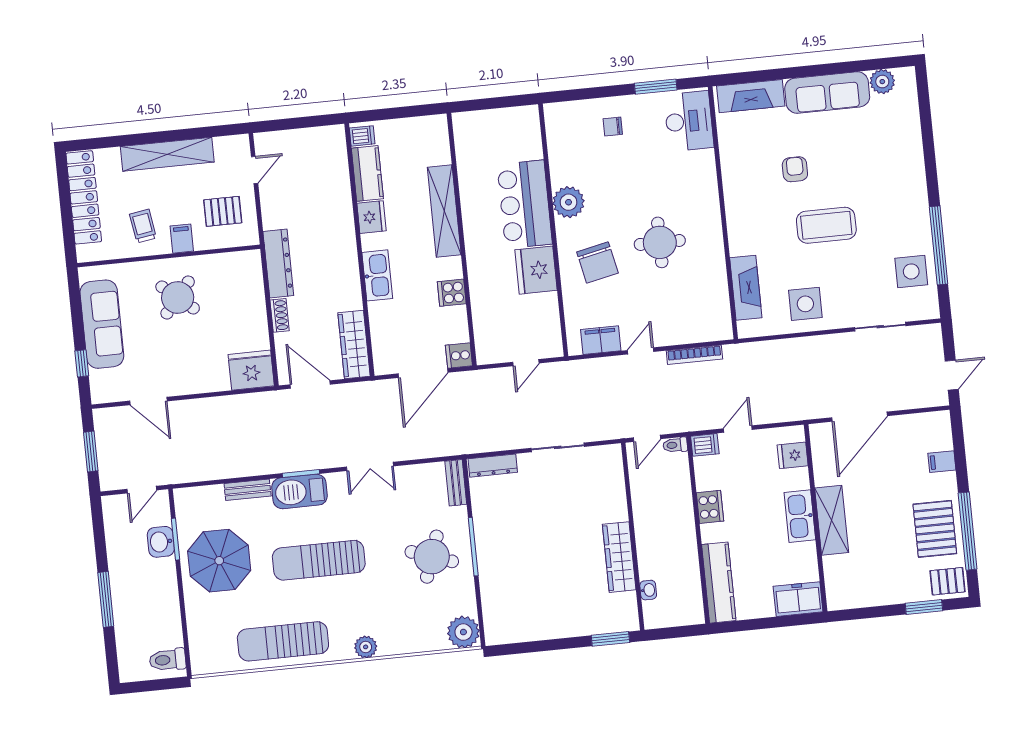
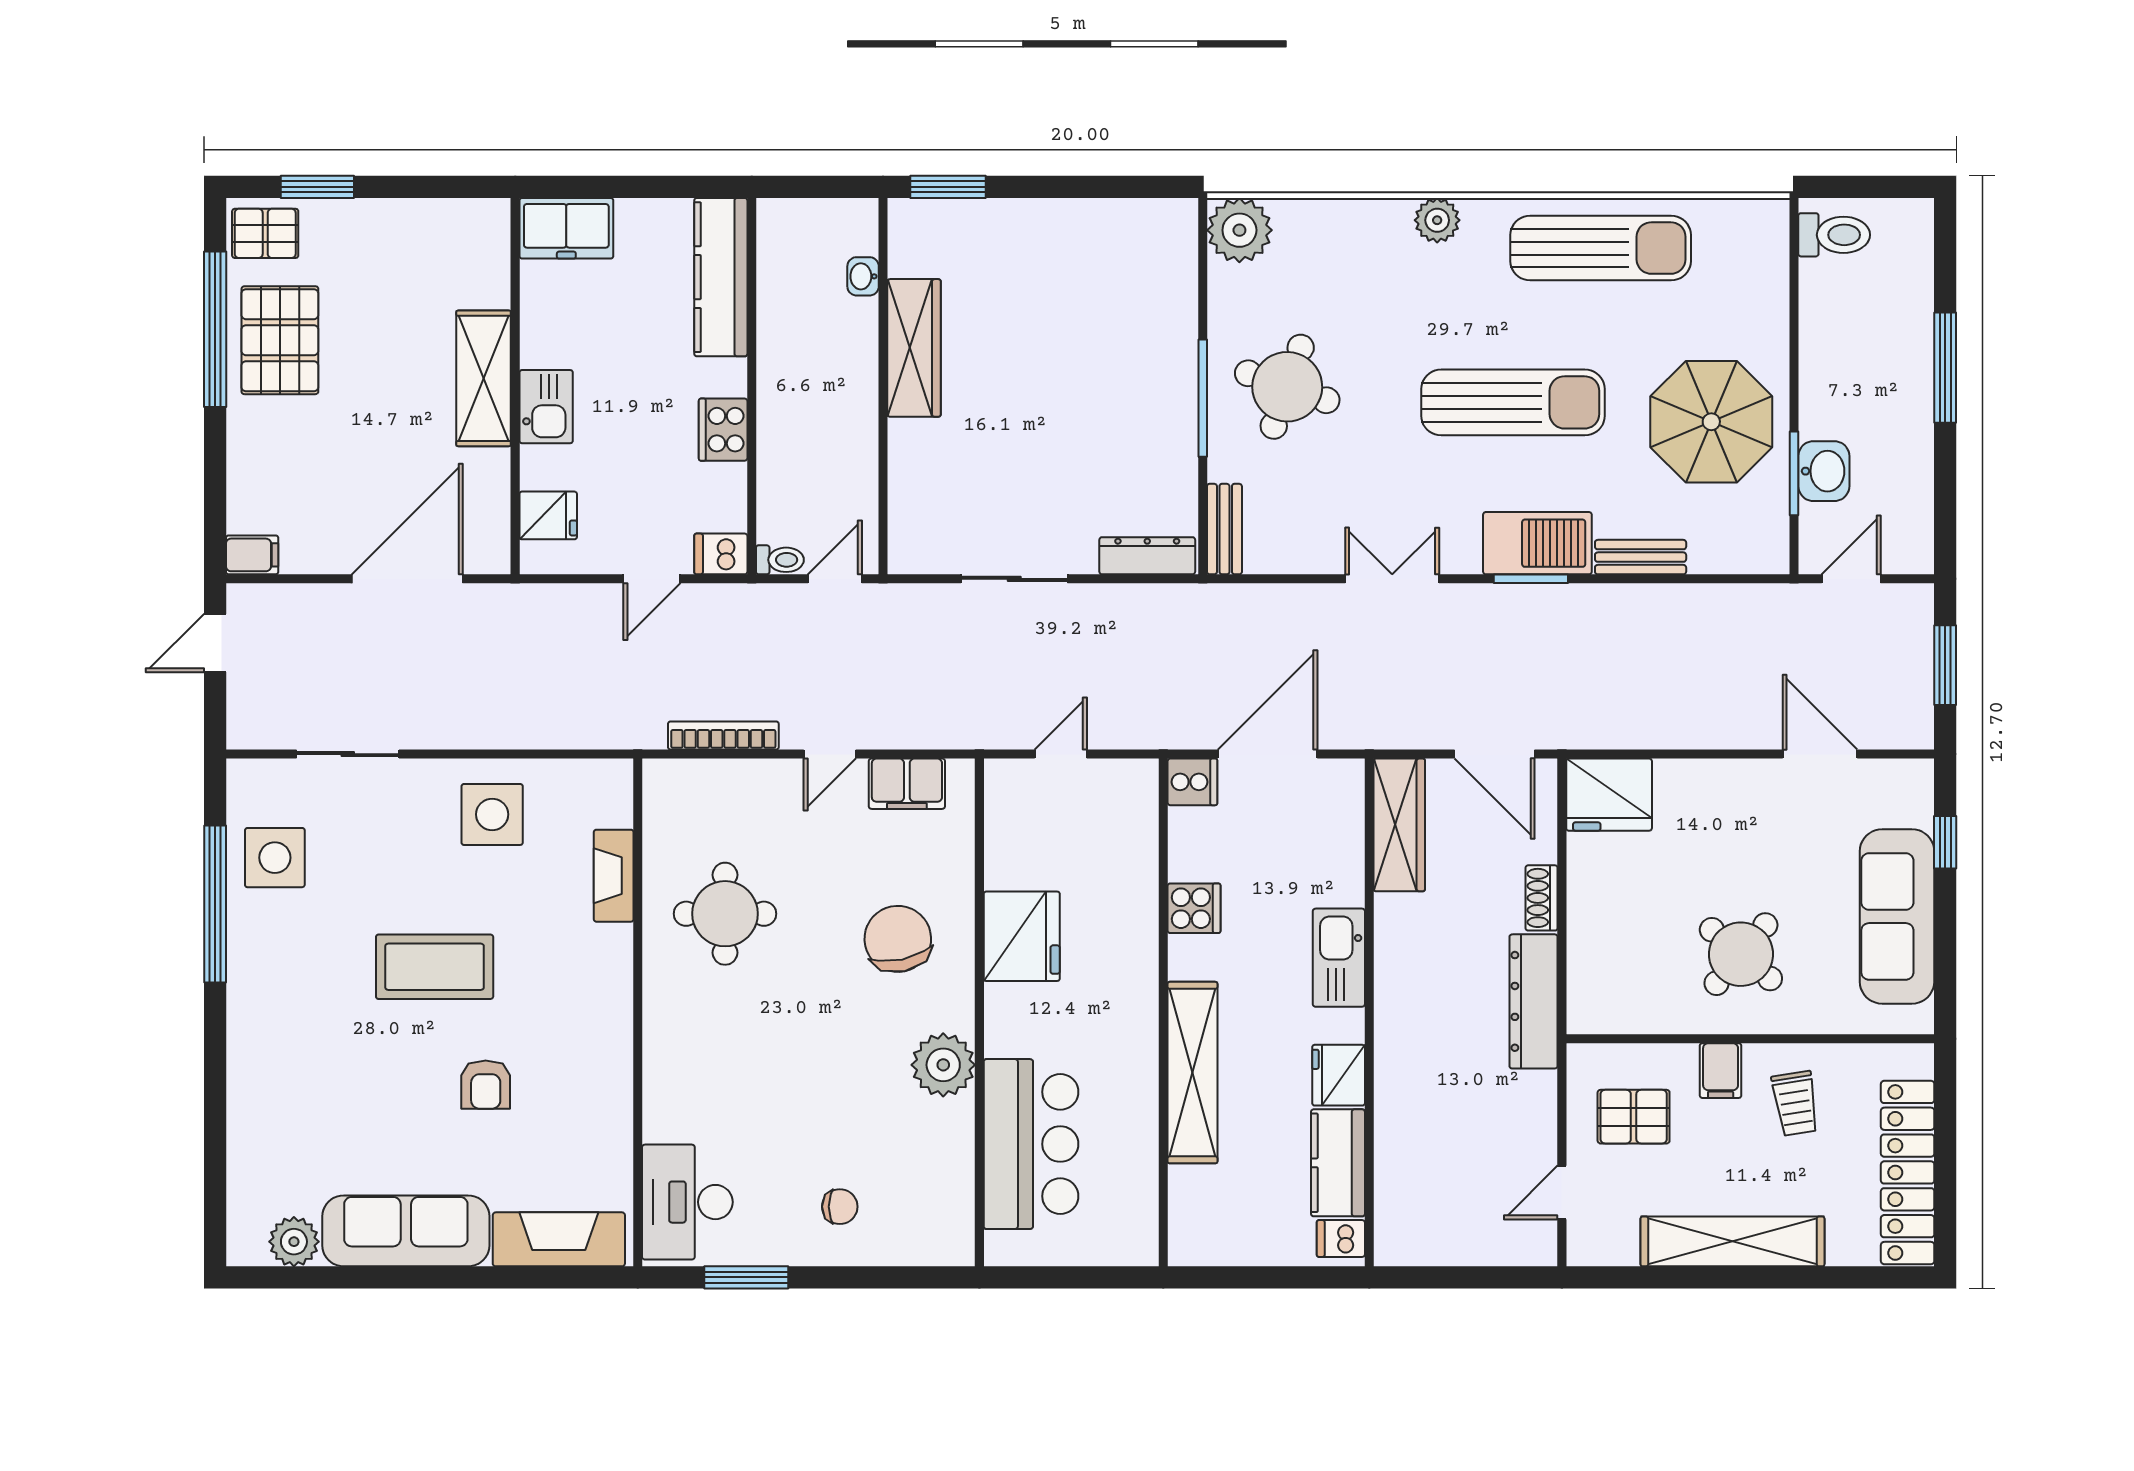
bar counter: (525, 204) -> (1031, 1144), moved
round table: (660, 242) -> (725, 914), moved
fireplace: (746, 288) -> (614, 876), width x0.73, depth x0.76
filing cabinet: (942, 462) -> (252, 555), moved
kitchen sink: (800, 516) -> (546, 407), width x0.73

